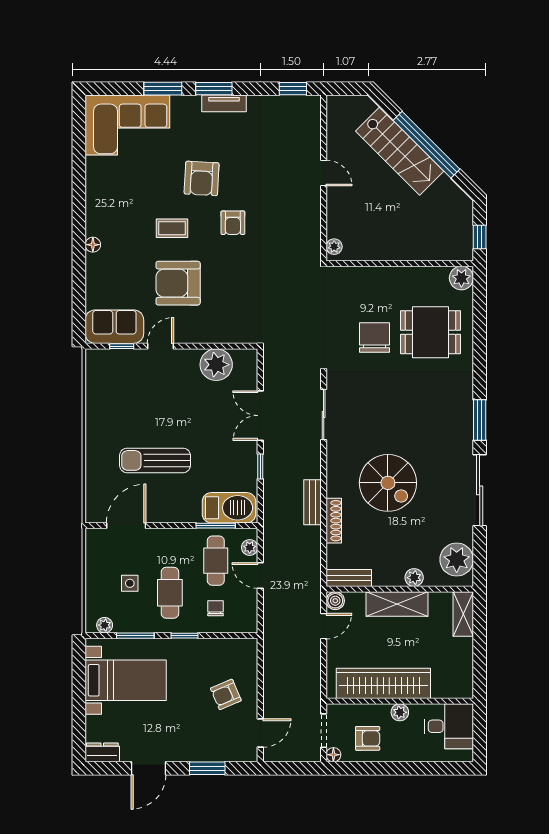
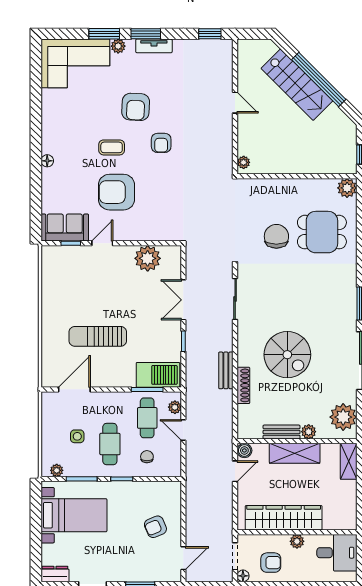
plant: (180, 104) -> (118, 46), added
bench: (349, 578) -> (282, 432), moved

